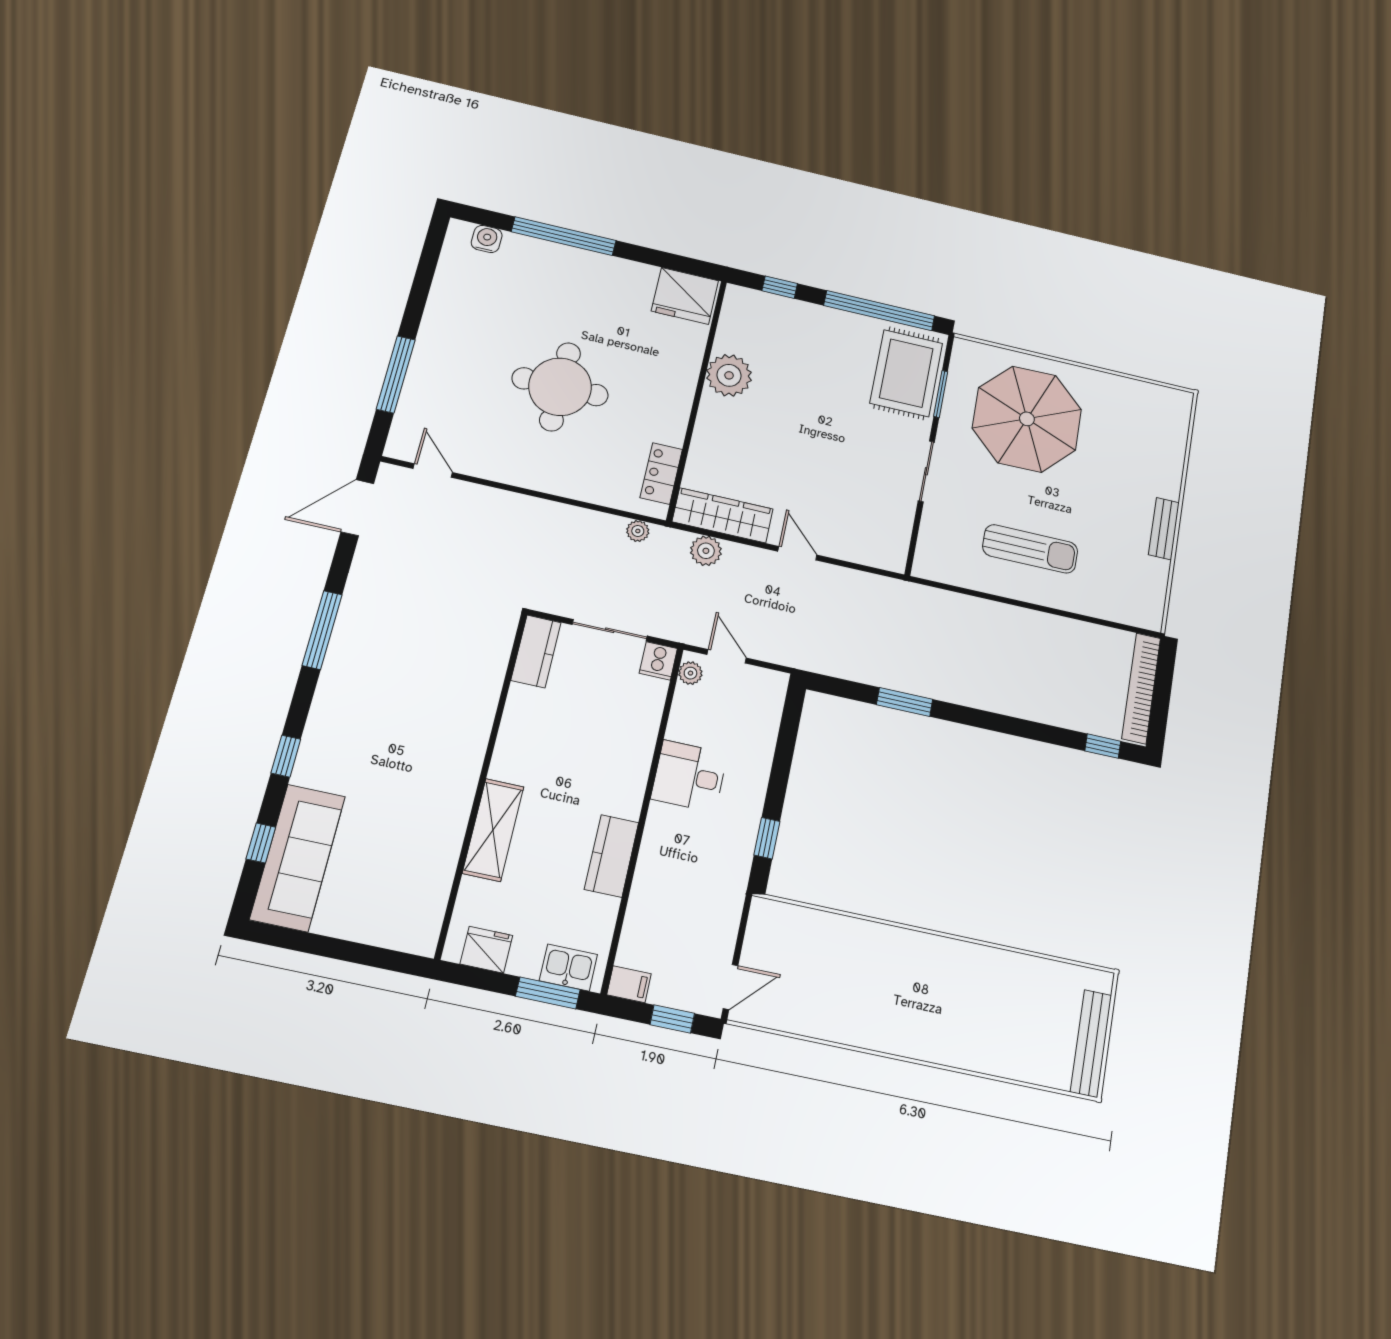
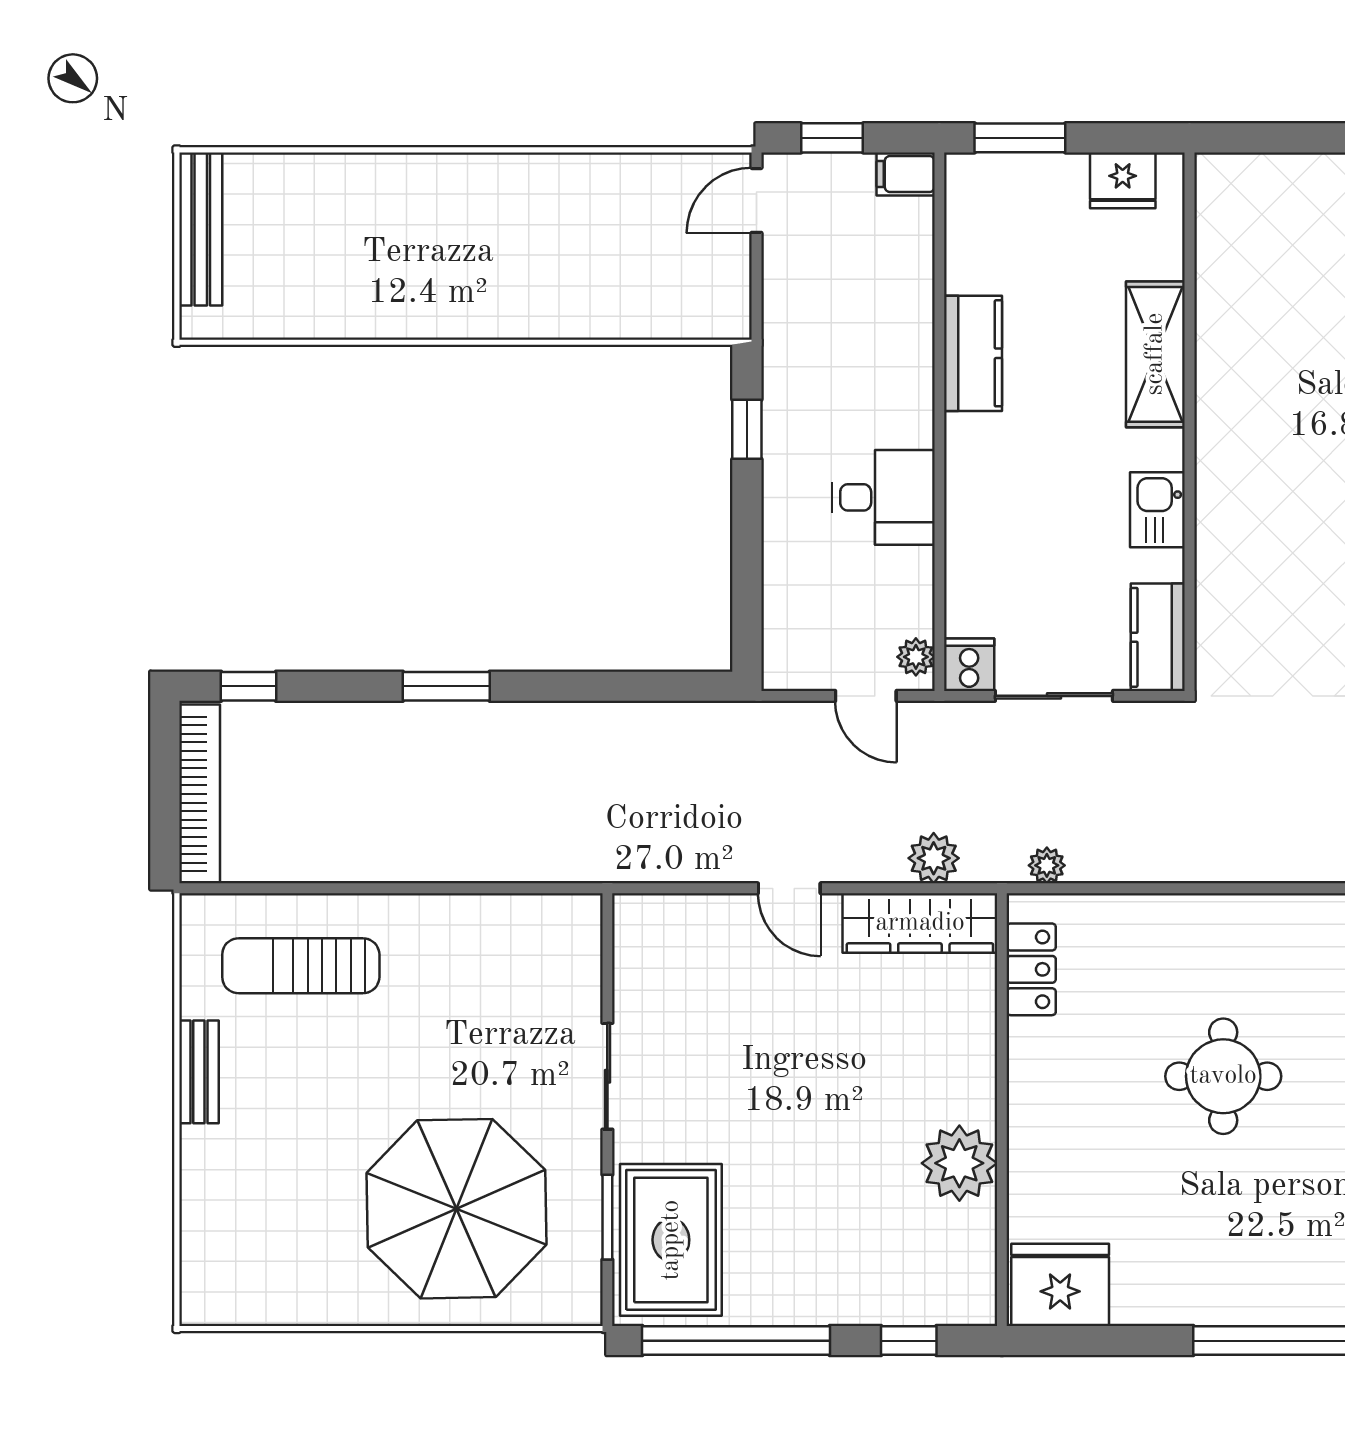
round table: (560, 387) -> (1223, 1076), width x0.73, depth x0.73
sun lounger: (1030, 549) -> (301, 966), moved
window: (905, 702) -> (446, 686), moved
kitchen sink: (568, 968) -> (1157, 510), moved, turned 90

